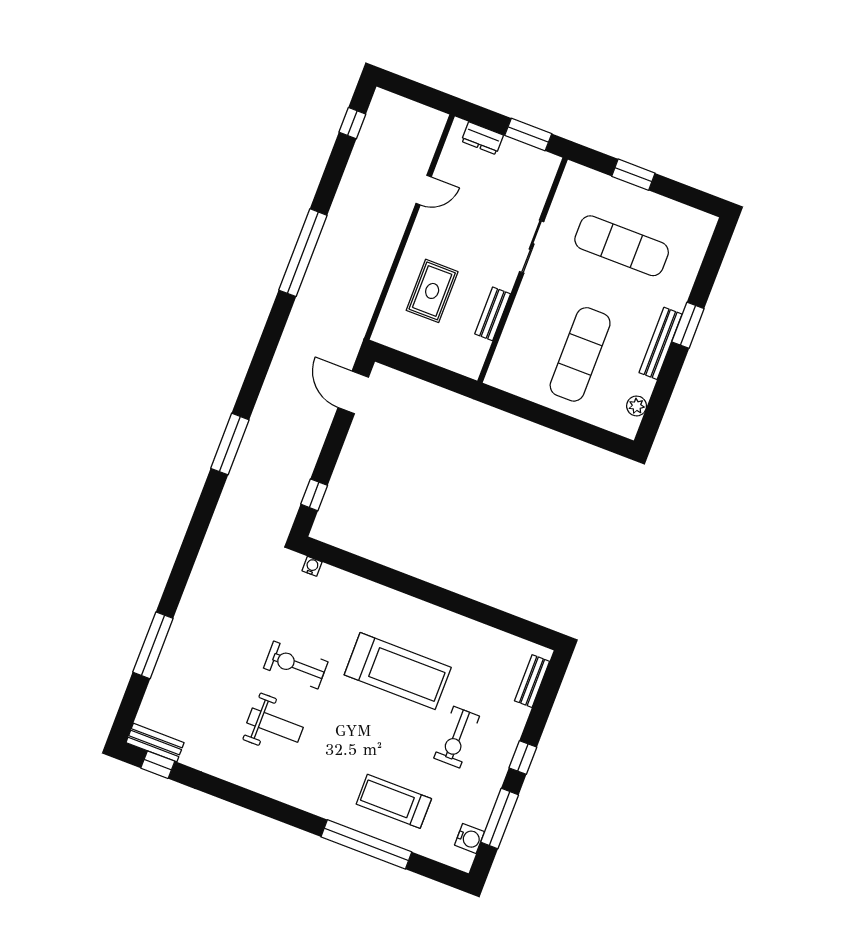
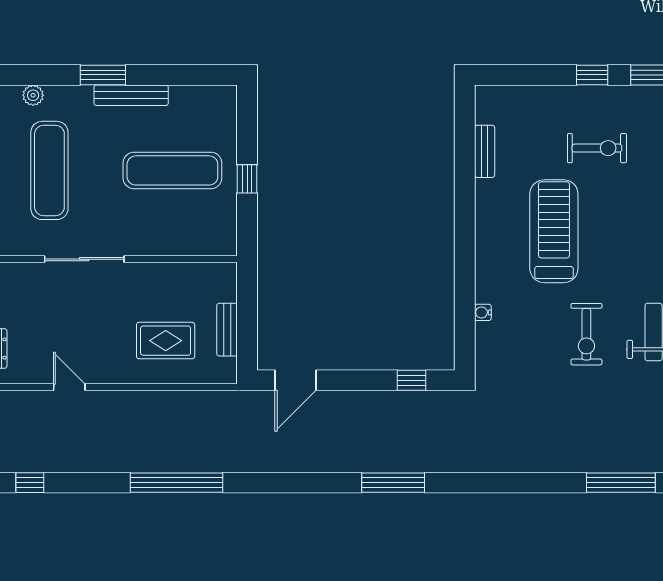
sliding door: (532, 247) -> (84, 259), width x1.37
bench: (493, 314) -> (227, 330), moved, turned 90
plant: (637, 406) -> (33, 95), moved
window: (547, 417) -> (247, 179), added
water cooler: (312, 566) -> (483, 312), moved
bench: (532, 681) -> (485, 151), moved, turned 90

